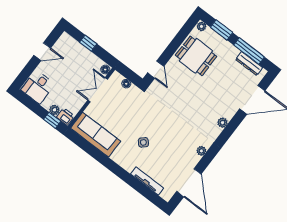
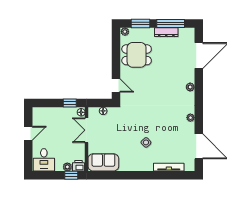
window: (88, 43) -> (70, 103), moved
dresser: (249, 64) -> (166, 32), moved
sofa: (96, 135) -> (103, 162), width x0.73

